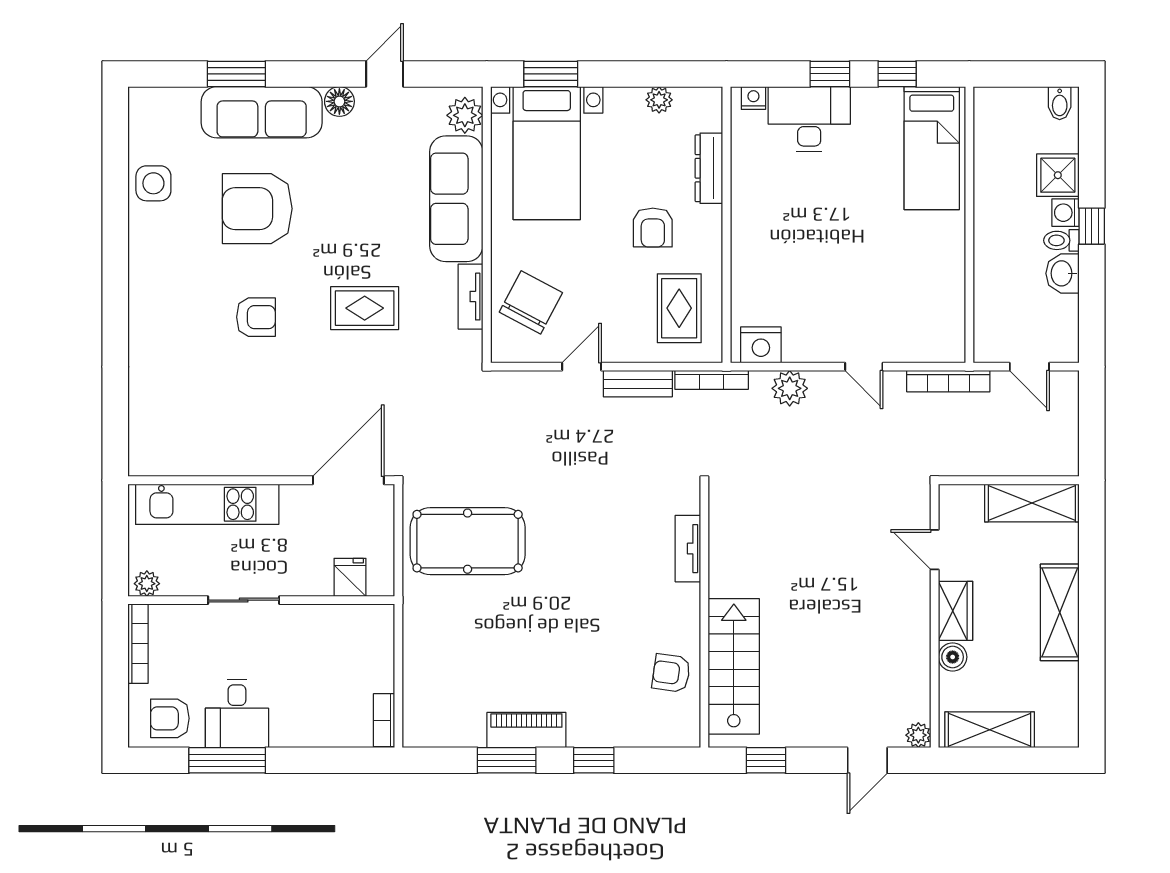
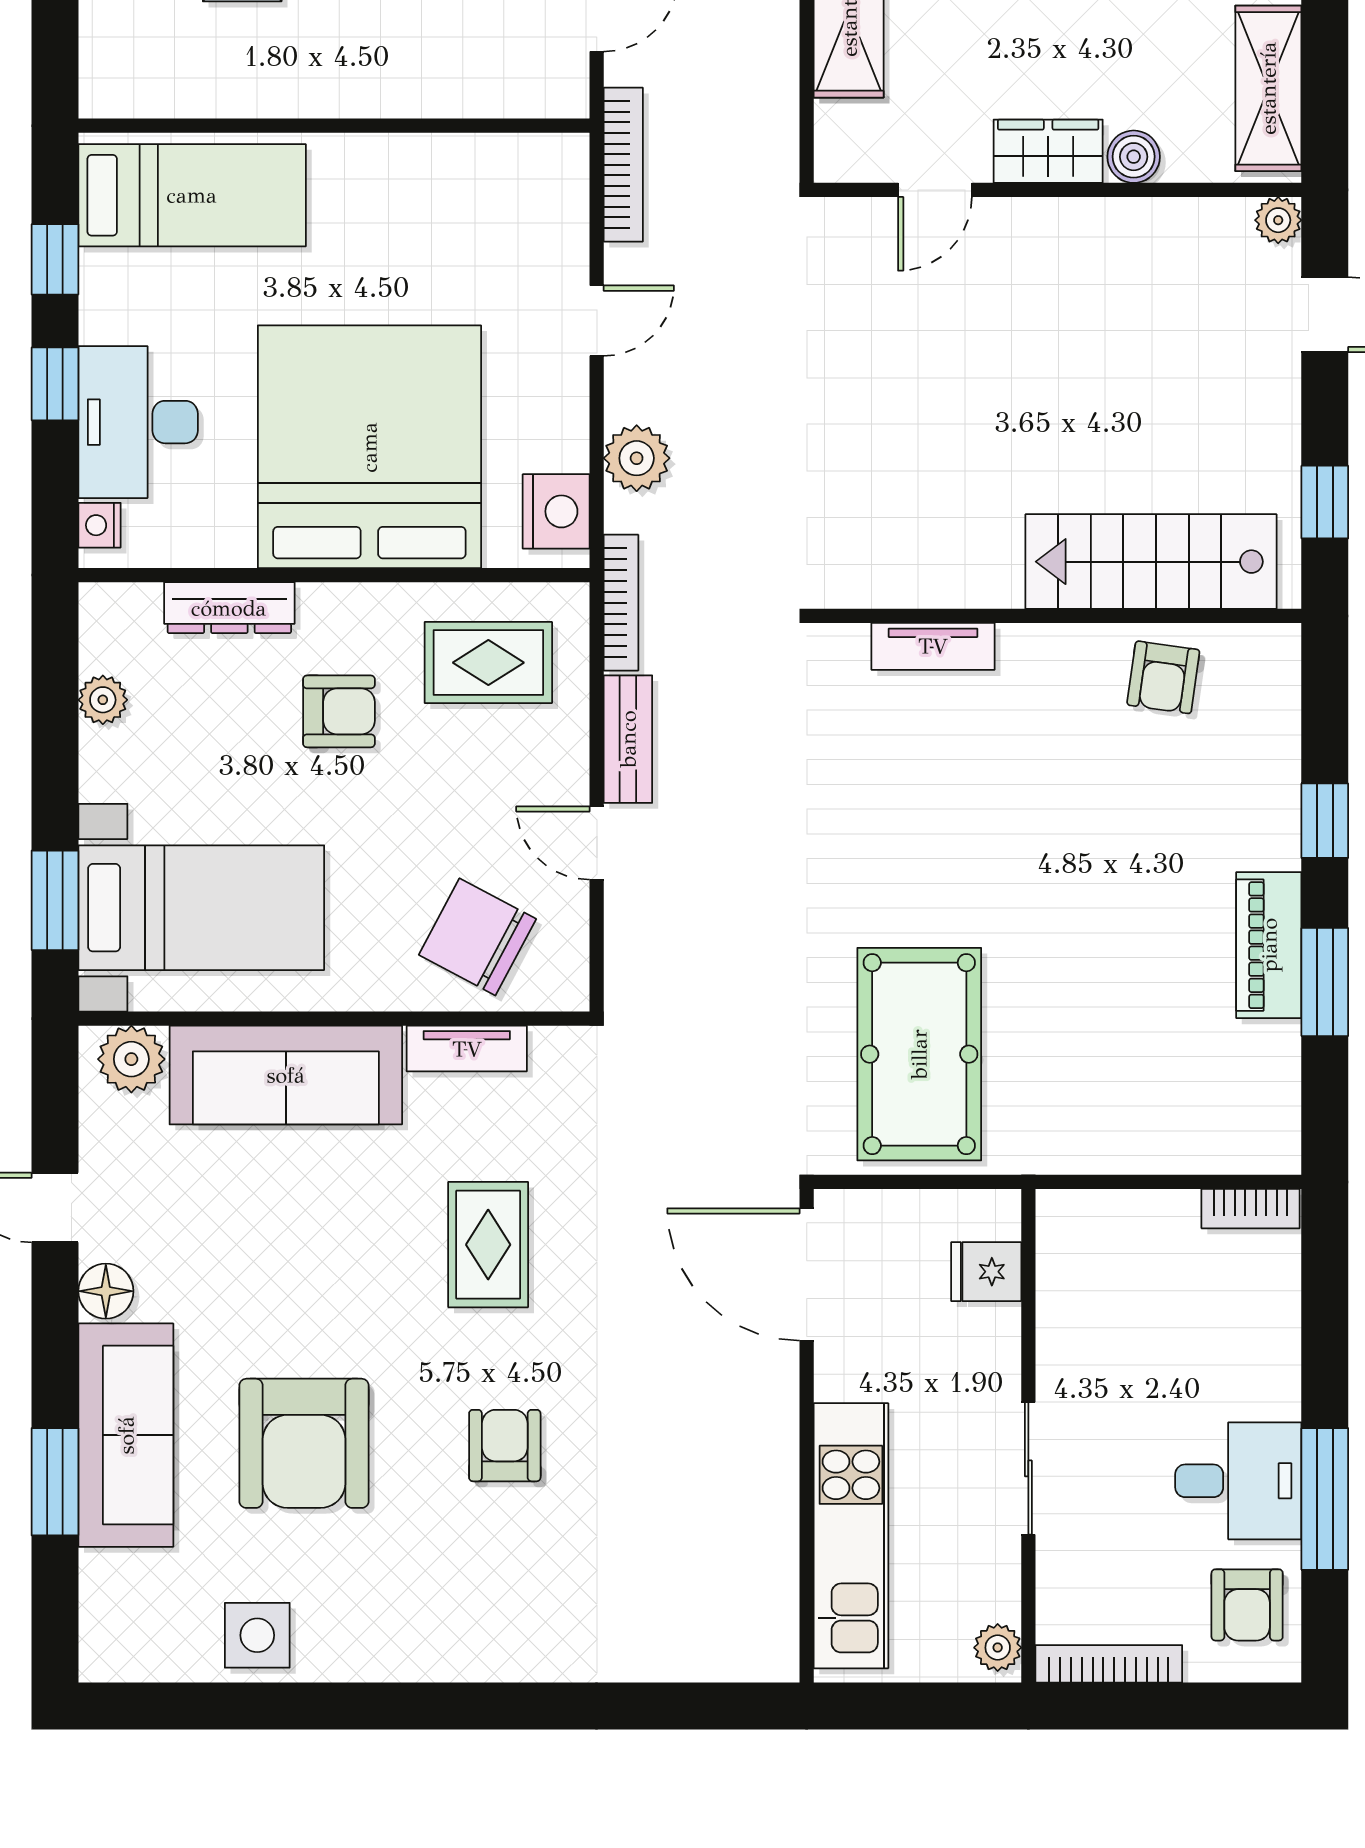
bed: (796, 244) -> (369, 447), added

